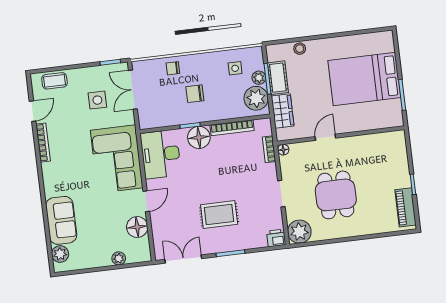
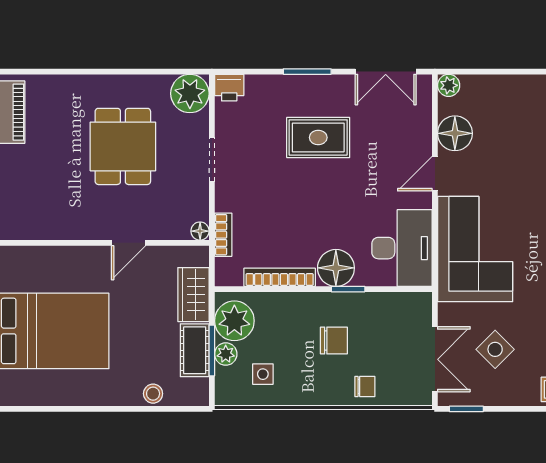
side table: (97, 100) -> (495, 349), turned 45
plant: (119, 258) -> (449, 85), moved

